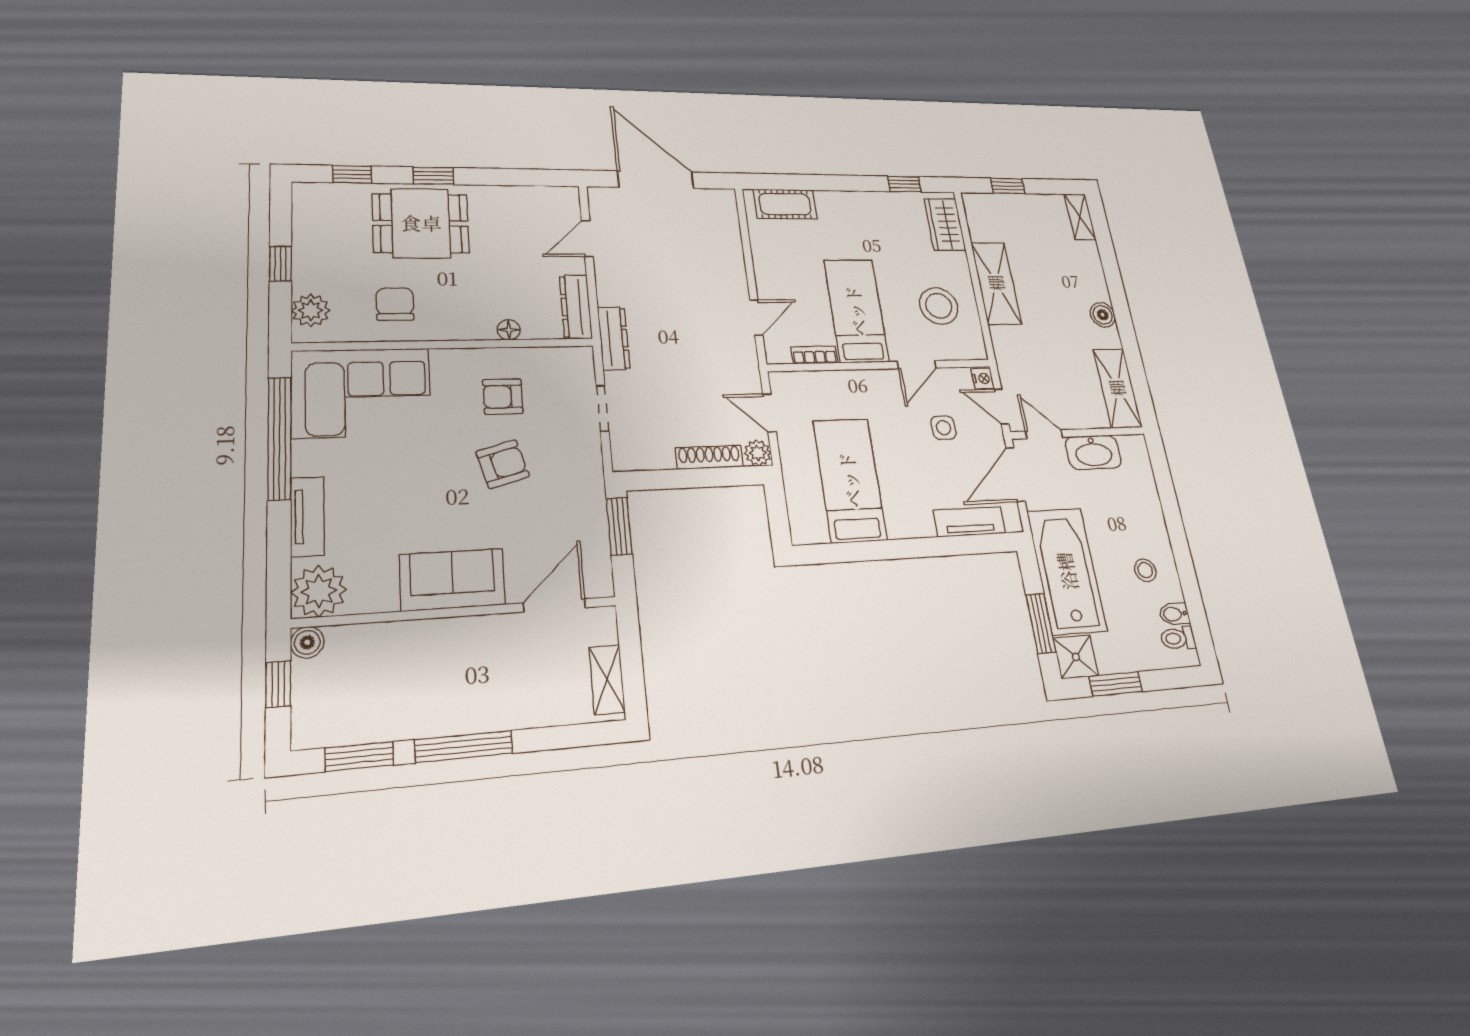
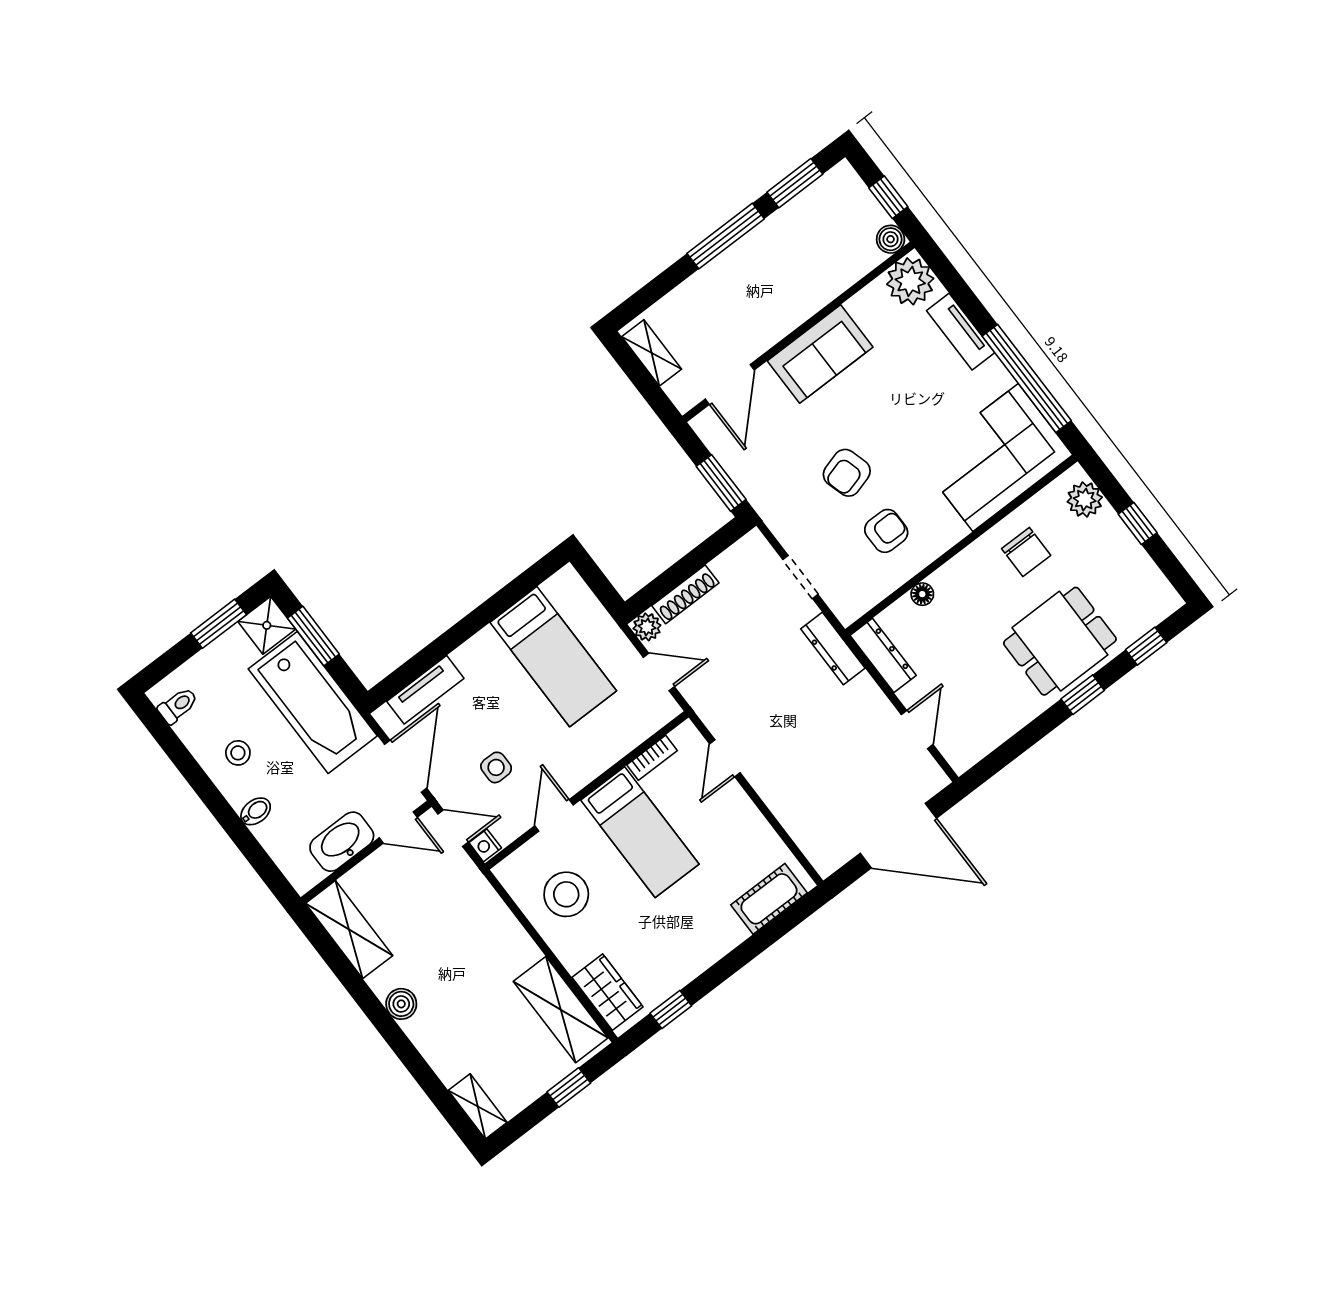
shelving: (996, 283) -> (561, 1010), moved
bidet: (1174, 614) -> (256, 811), moved

